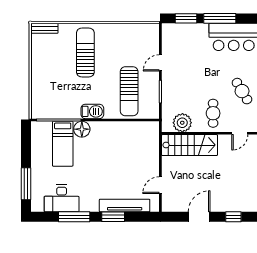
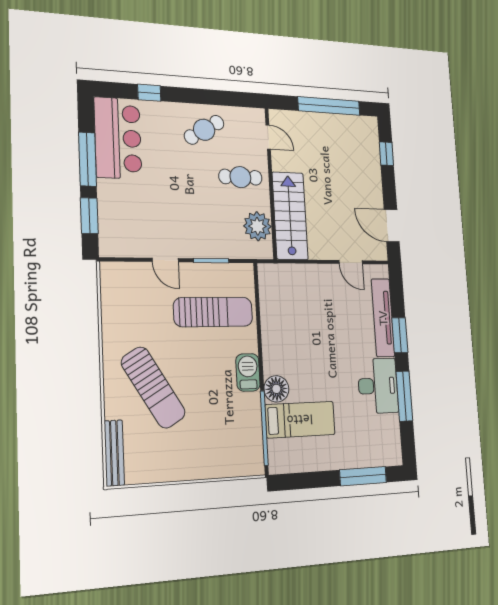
bench: (44, 28) -> (114, 453), width x1.36
sun lounger: (85, 53) -> (153, 388), turned -121
desk: (62, 198) -> (378, 386), moved
door: (199, 217) -> (392, 226), moved

